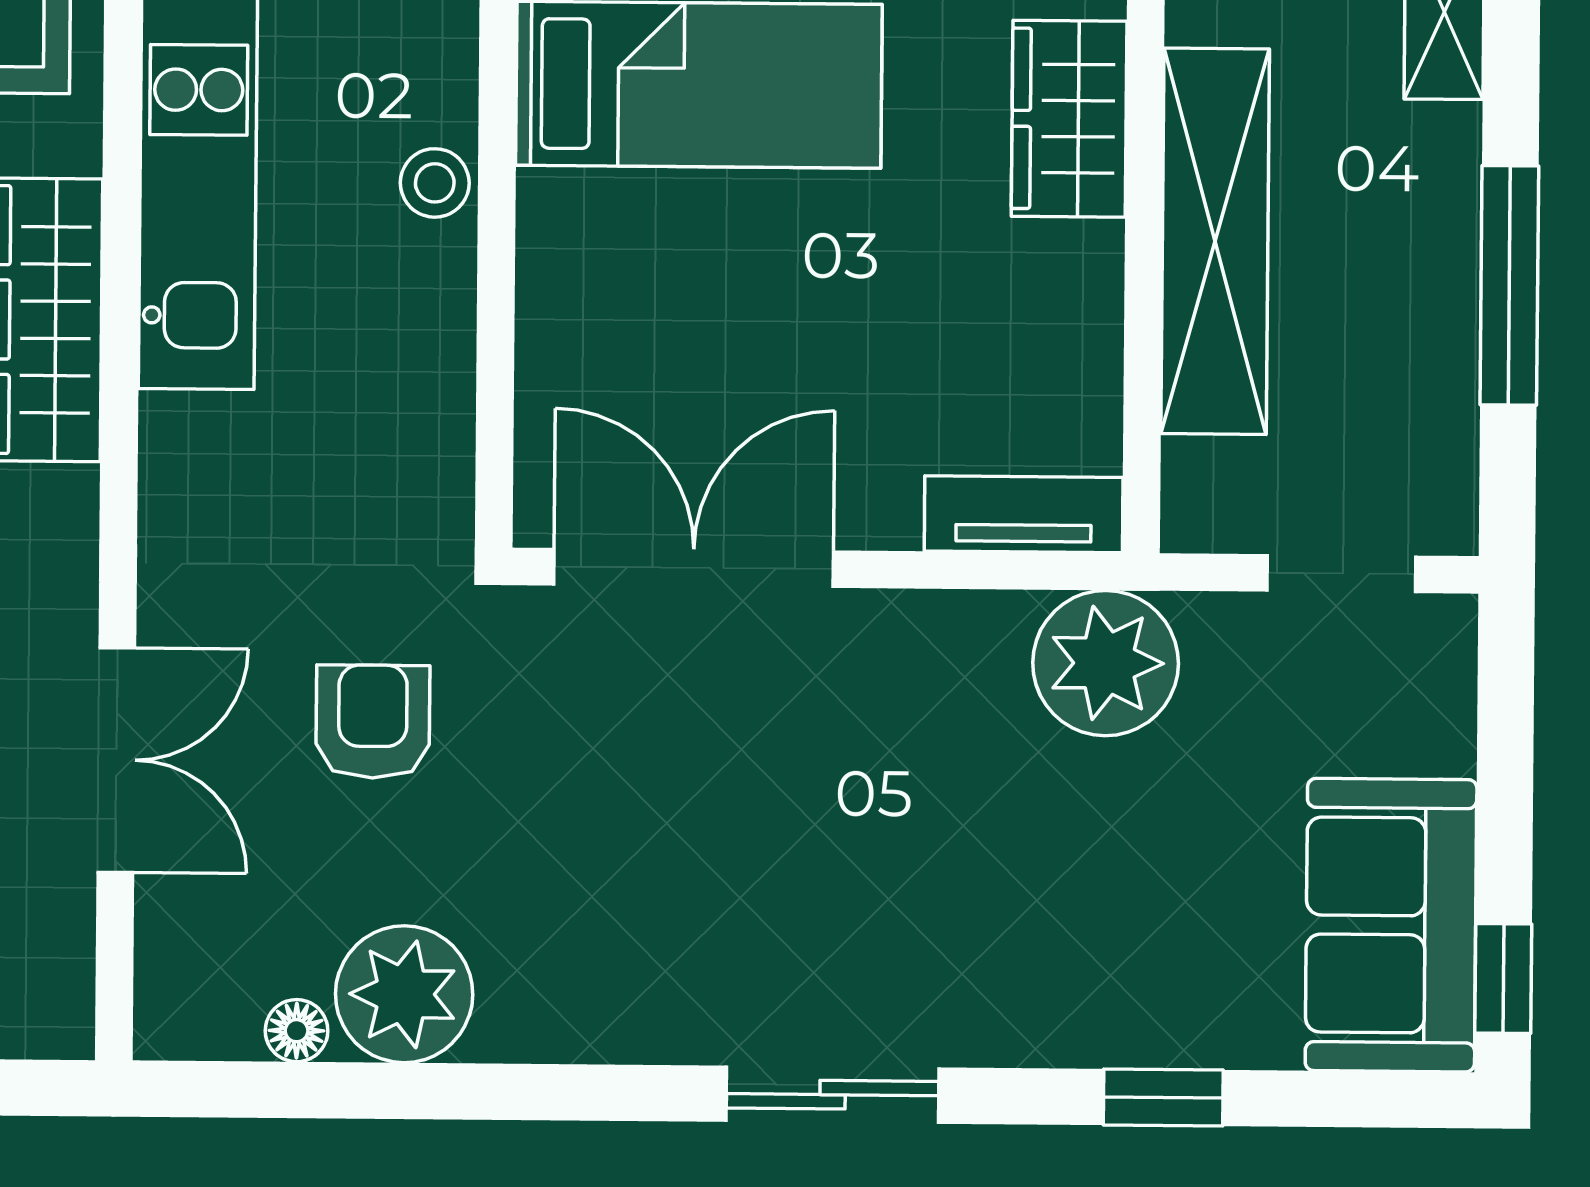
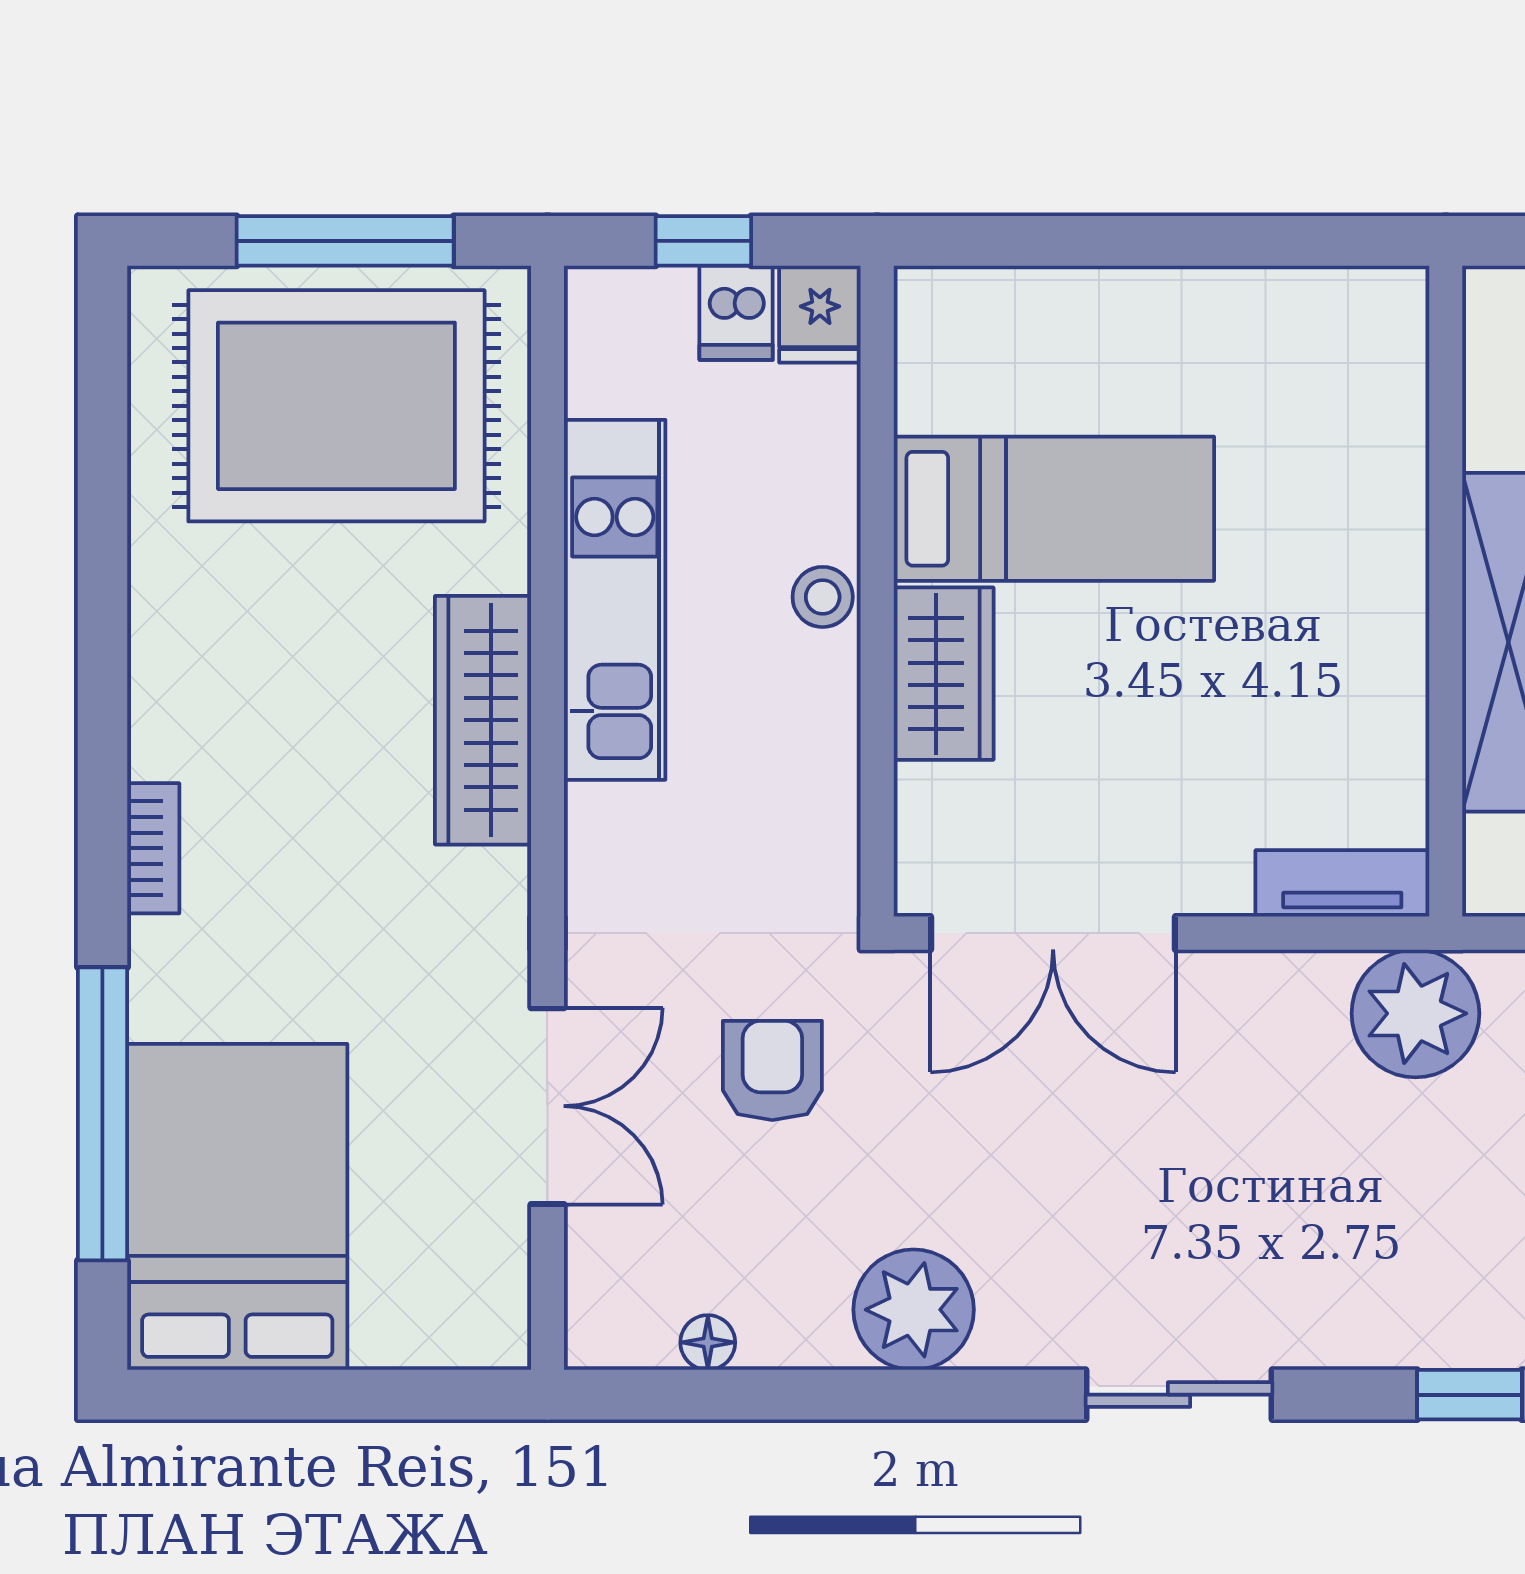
wardrobe: (1069, 119) -> (944, 674), moved, turned 180
double door: (694, 568) -> (1053, 933), swing flipped
plant: (404, 994) -> (914, 1310), moved

